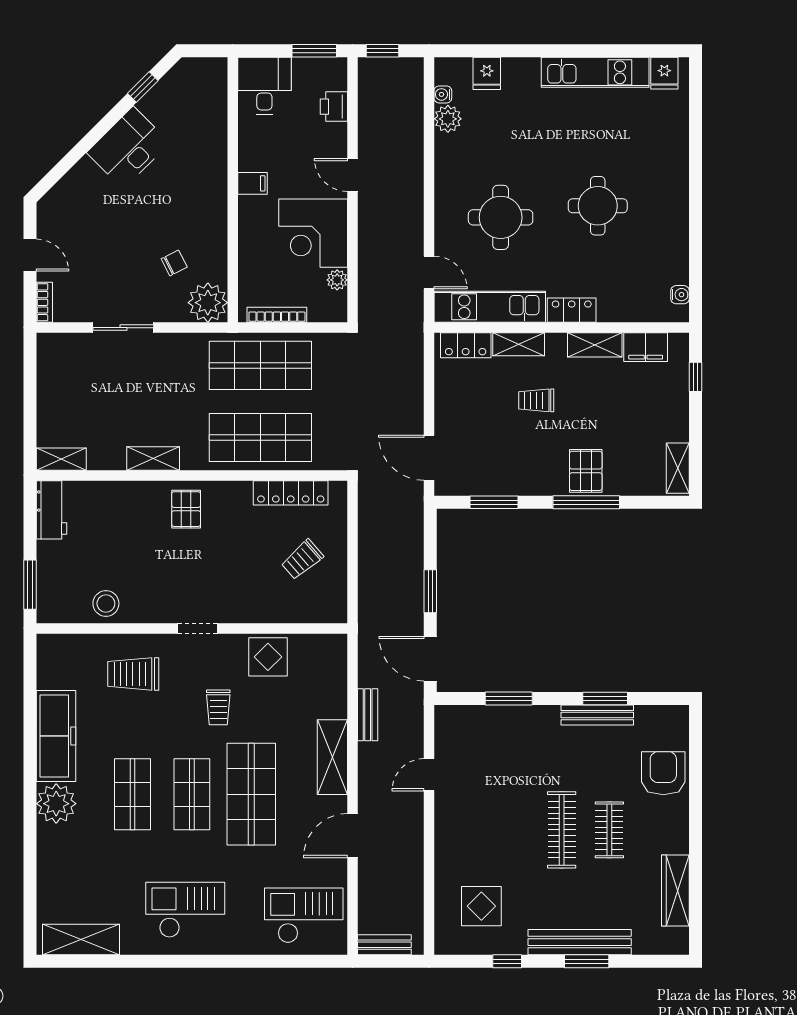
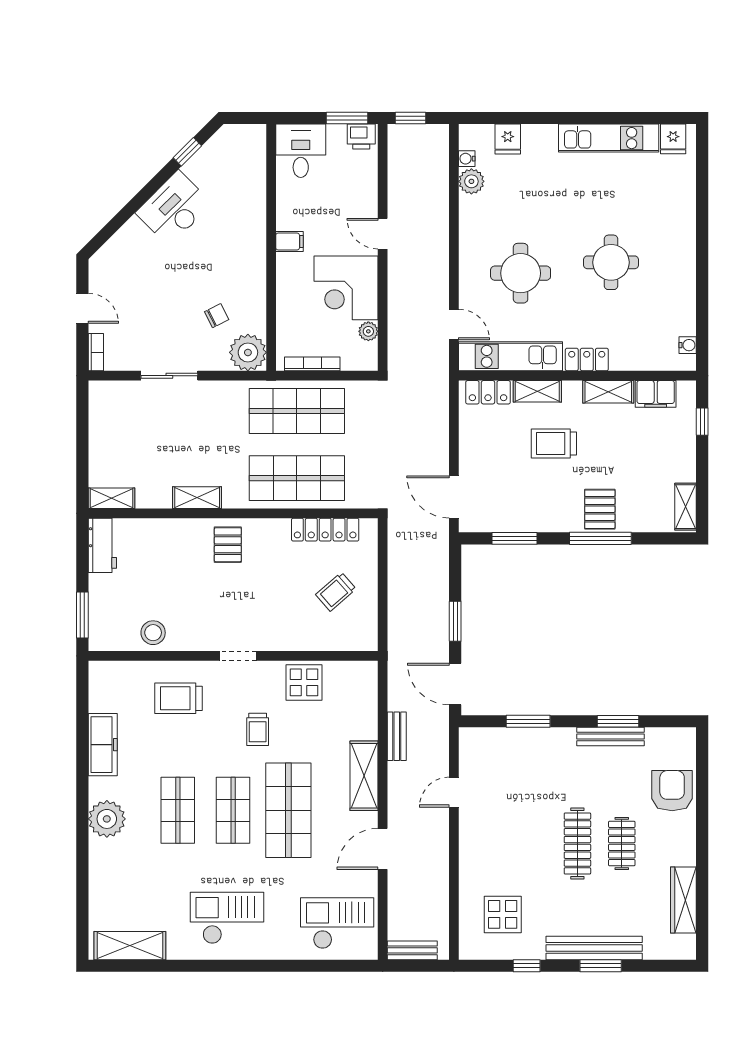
printer: (334, 107) -> (361, 137), moved, turned -90
trolley: (536, 400) -> (554, 444), width x1.36, depth x1.39
freezer: (56, 736) -> (103, 745), width x0.73, depth x0.79

